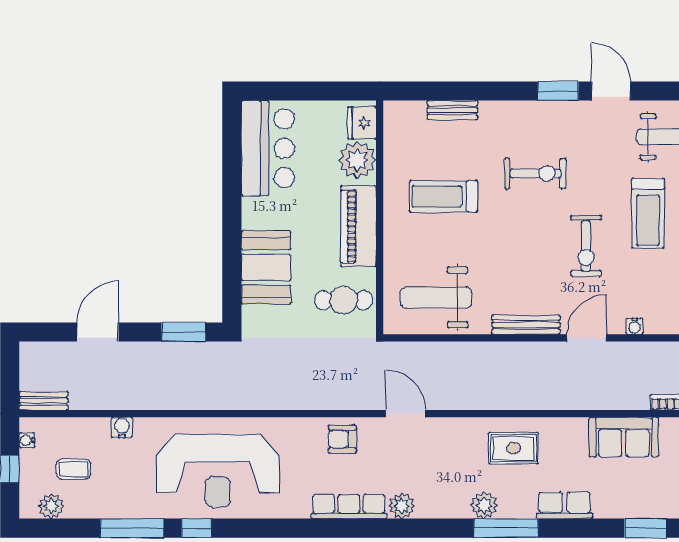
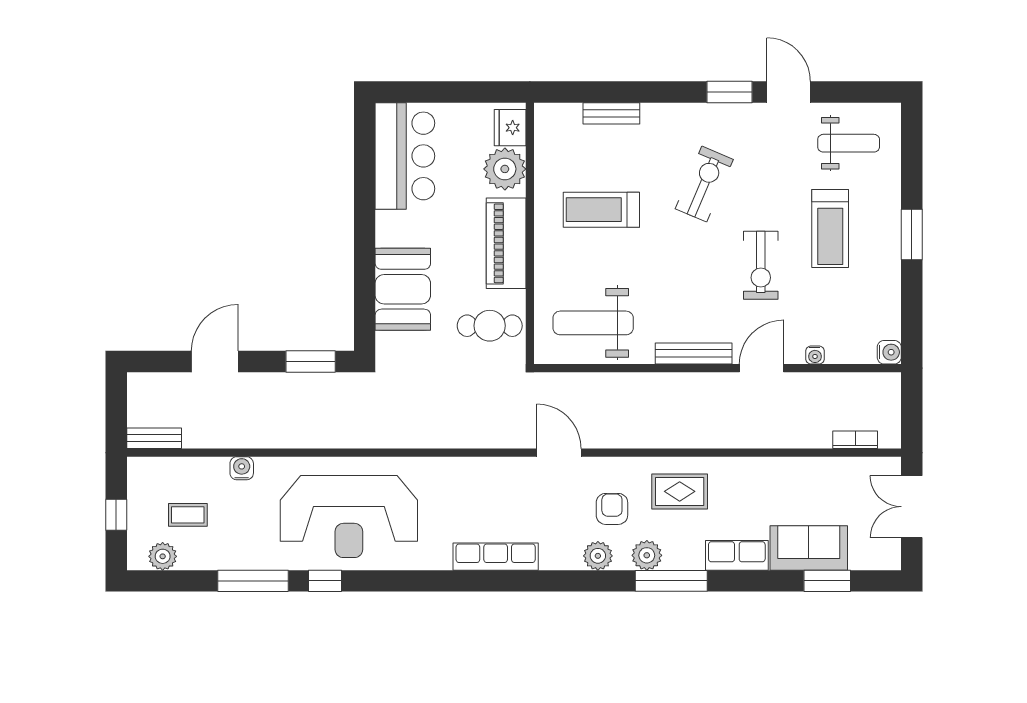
exercise bike: (535, 173) -> (704, 184), turned -67
sofa: (624, 437) -> (809, 548), moved, turned 180
armchair: (342, 439) -> (612, 509), moved, turned 90
water cooler: (27, 440) -> (135, 482), removed
plant: (402, 506) -> (598, 556), moved

